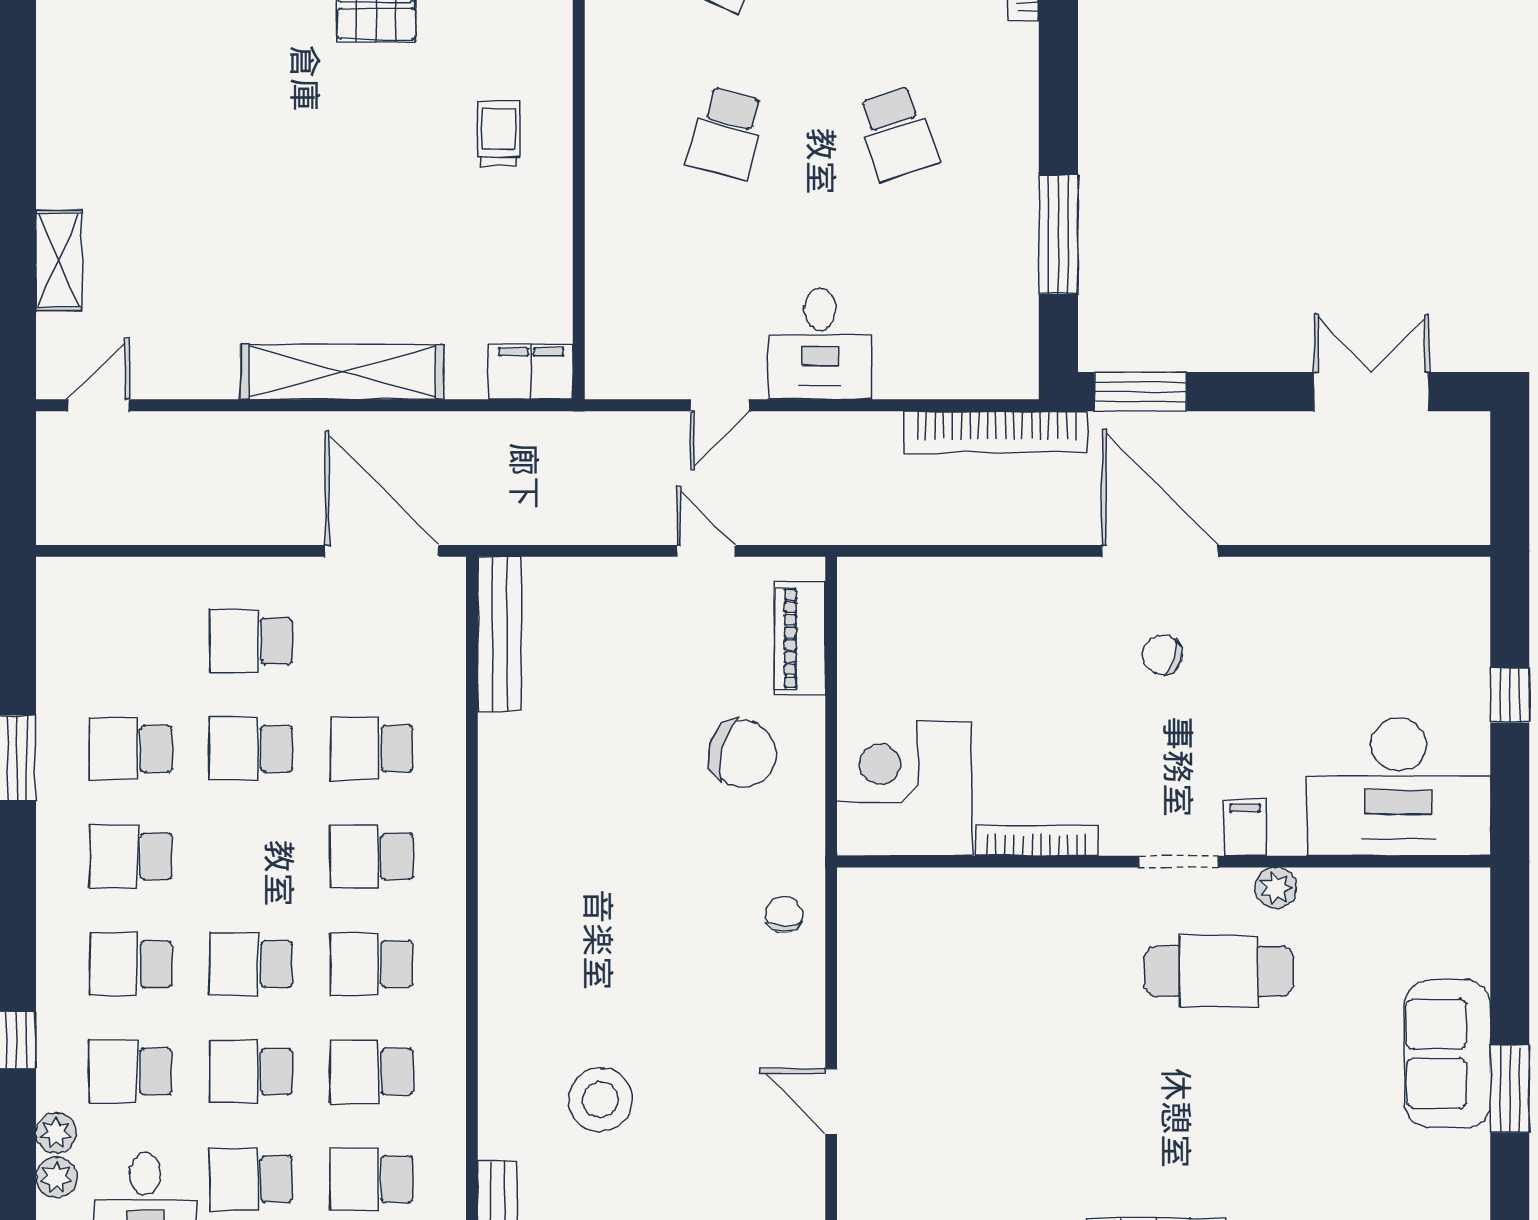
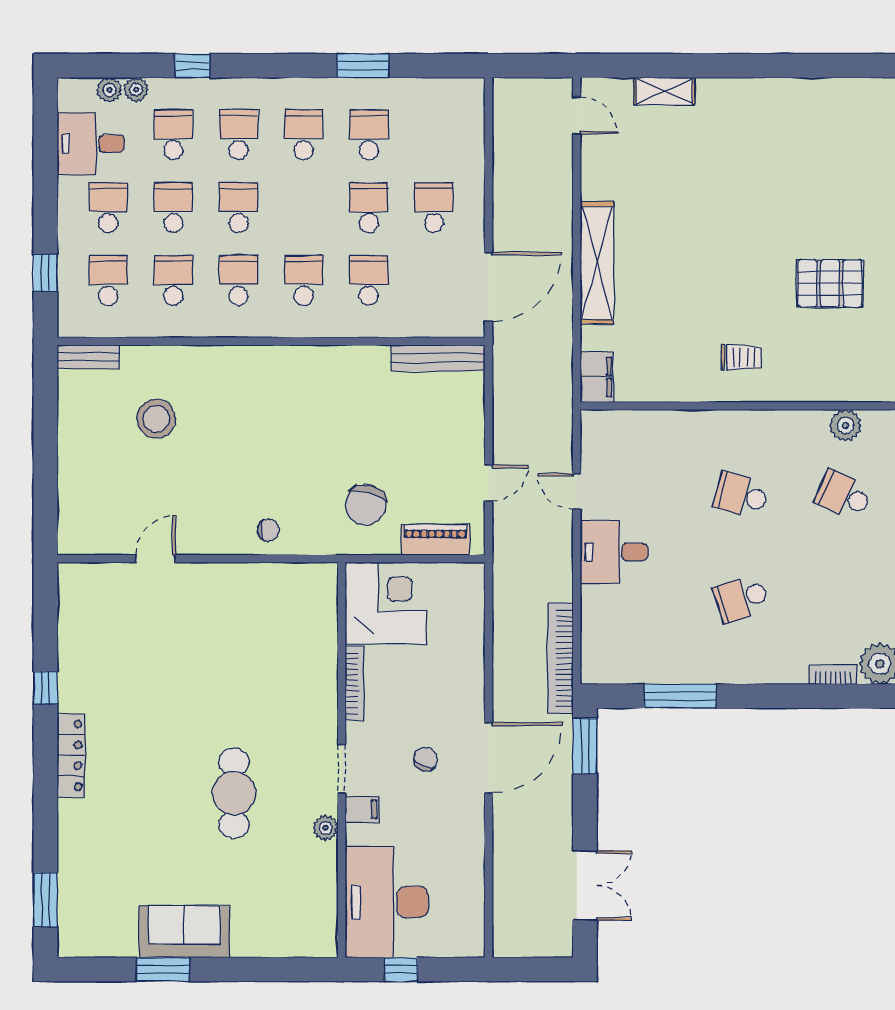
desk: (1399, 787) -> (387, 902), moved
corner desk: (904, 788) -> (386, 603), moved
filing cabinet: (1245, 828) -> (362, 809), moved
bookcase: (1036, 840) -> (355, 683), moved
wall: (1164, 862) -> (342, 760), moved
doorway: (1178, 862) -> (342, 769), moved
plant: (1276, 888) -> (326, 828), moved

